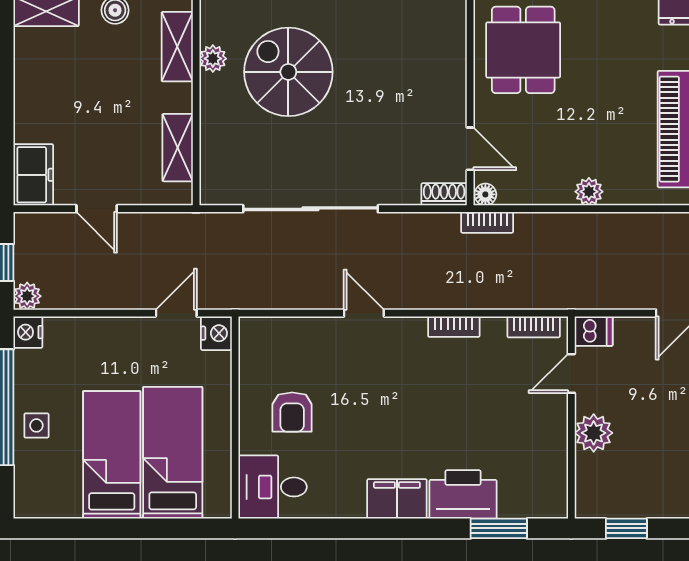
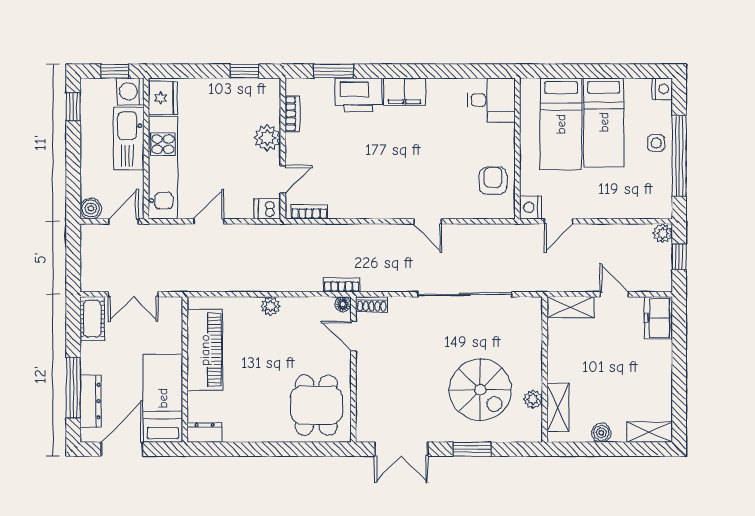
shelving: (178, 148) -> (571, 307), moved, turned 90
bookcase: (454, 327) -> (292, 114), moved, turned 90
nightstand: (28, 332) -> (662, 89), moved
armchair: (292, 412) -> (493, 181), moved

